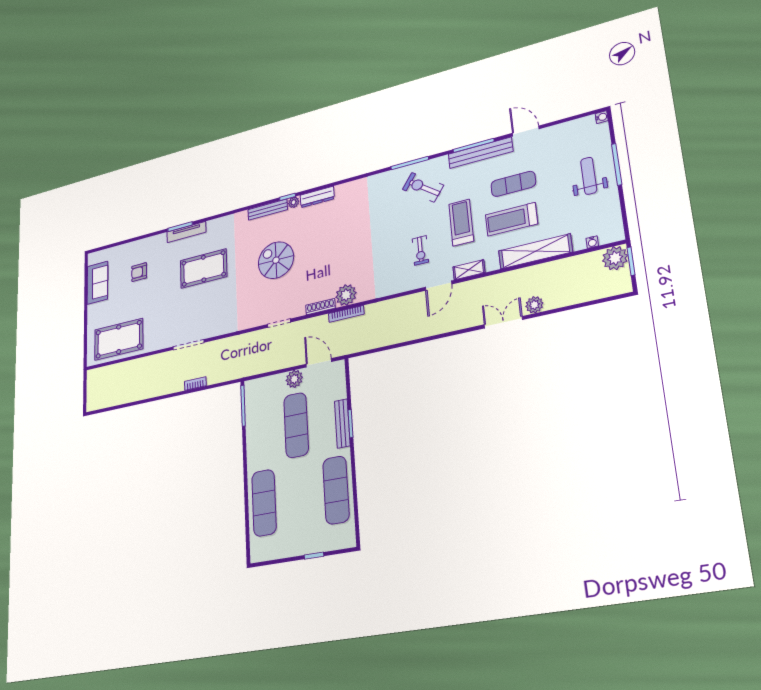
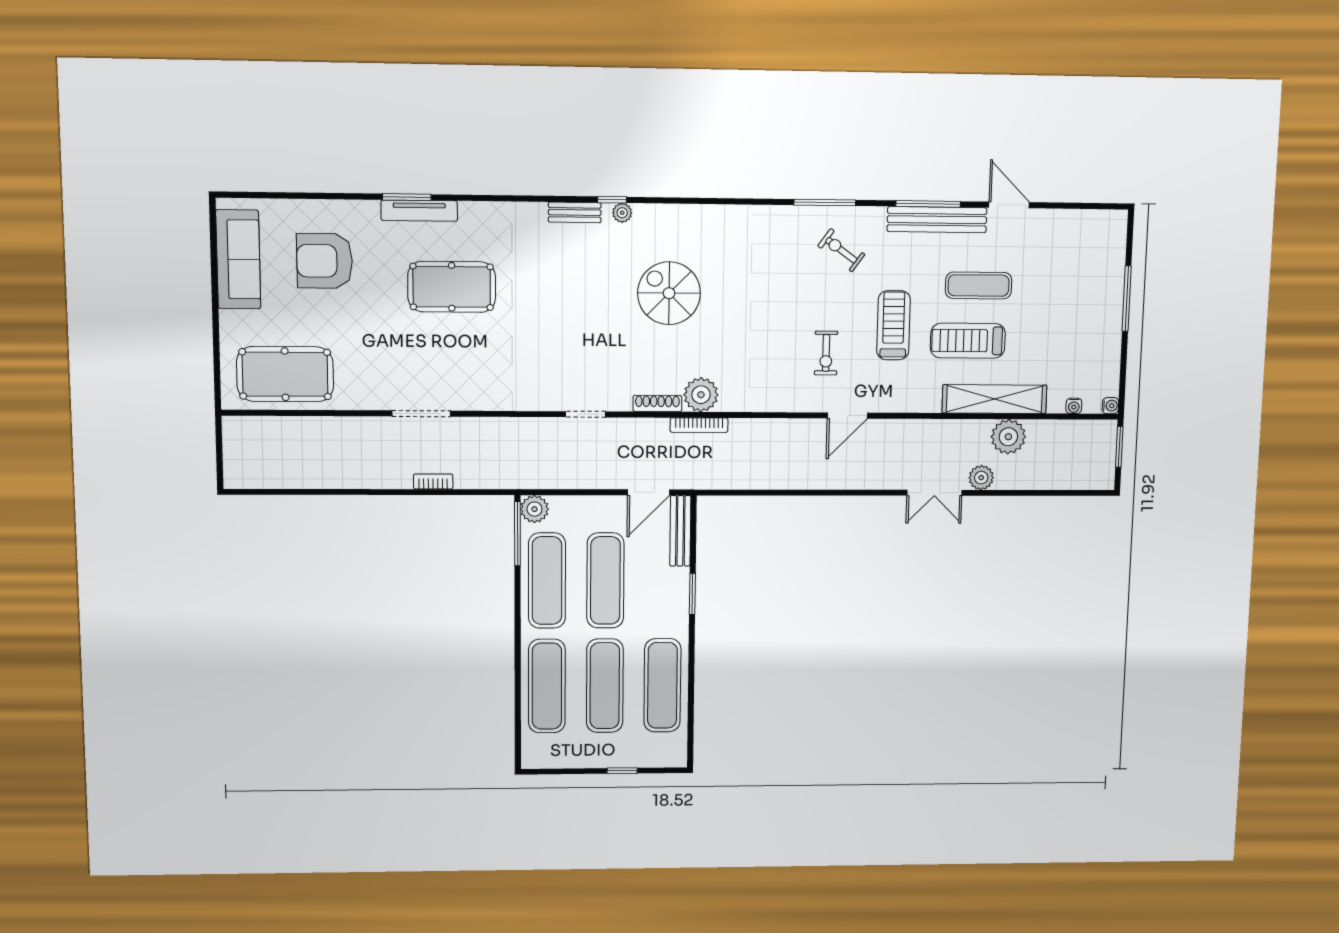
water cooler: (602, 117) -> (1110, 406), moved
weight bench: (589, 176) -> (1086, 305), removed
exercise bike: (423, 187) -> (841, 250), width x0.73, depth x0.72
dresser: (317, 197) -> (665, 215), removed
bench: (268, 210) -> (575, 212), width x0.73
plant: (615, 258) -> (1008, 437), moved
spiral stairs: (276, 260) -> (669, 293), moved
shelving: (469, 270) -> (896, 402), removed
armchair: (139, 272) -> (325, 261), width x1.88, depth x1.88
sofa: (97, 283) -> (238, 259), width x1.36
double door: (503, 322) -> (934, 493), swing flipped
door: (319, 363) -> (648, 492), swing flipped
plant: (294, 379) -> (534, 509), moved
bench: (342, 423) -> (680, 531), moved
exercise mat: (261, 432) -> (547, 581), added
exercise mat: (300, 497) -> (605, 686), added

